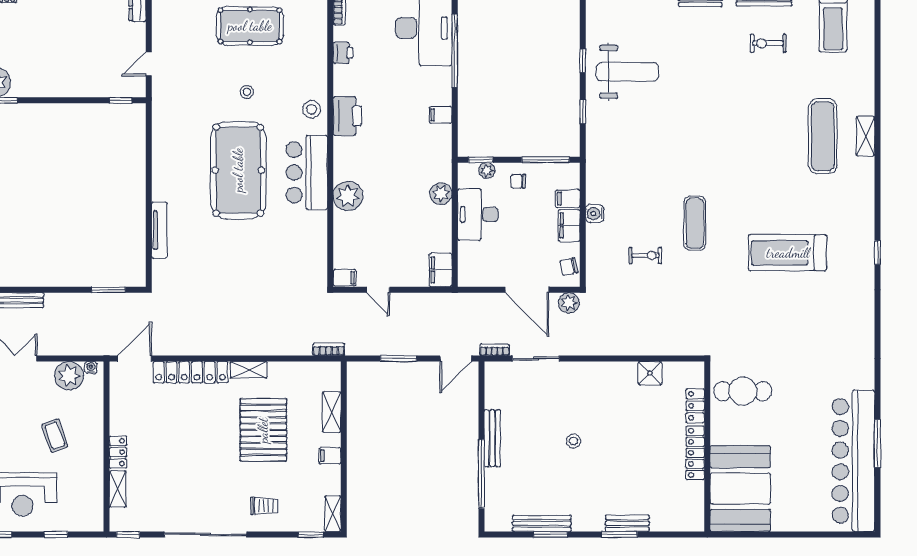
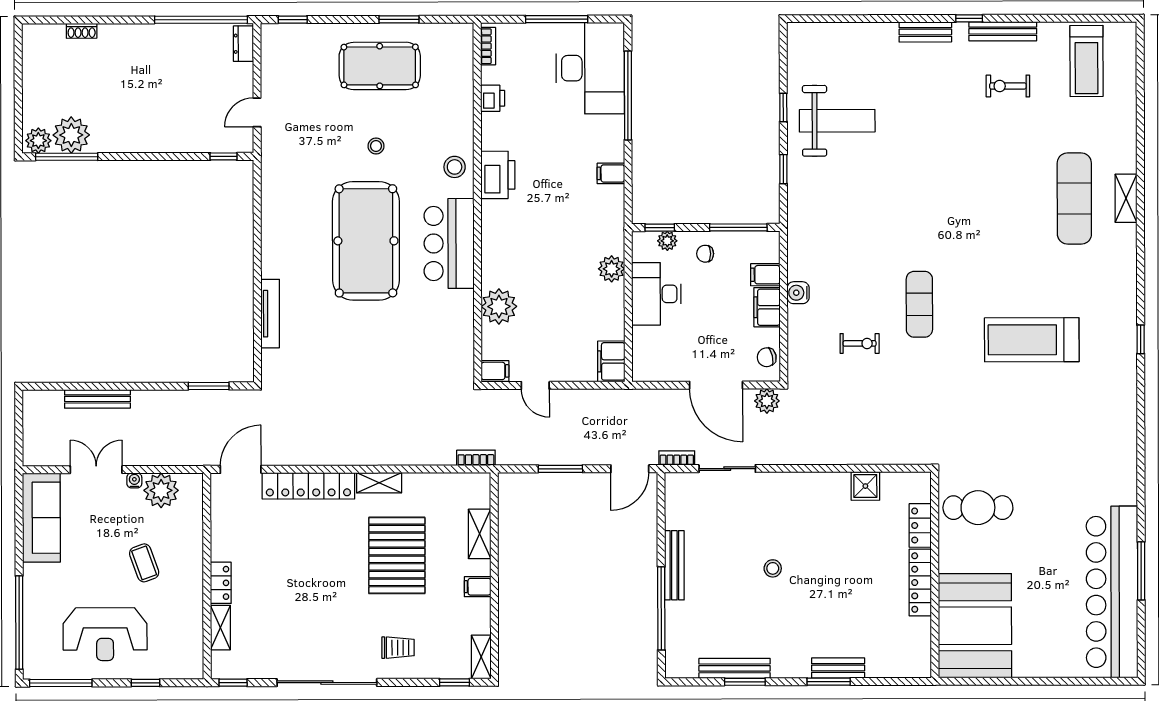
plant: (348, 196) -> (499, 307), moved
water cooler: (91, 368) -> (134, 480), moved

